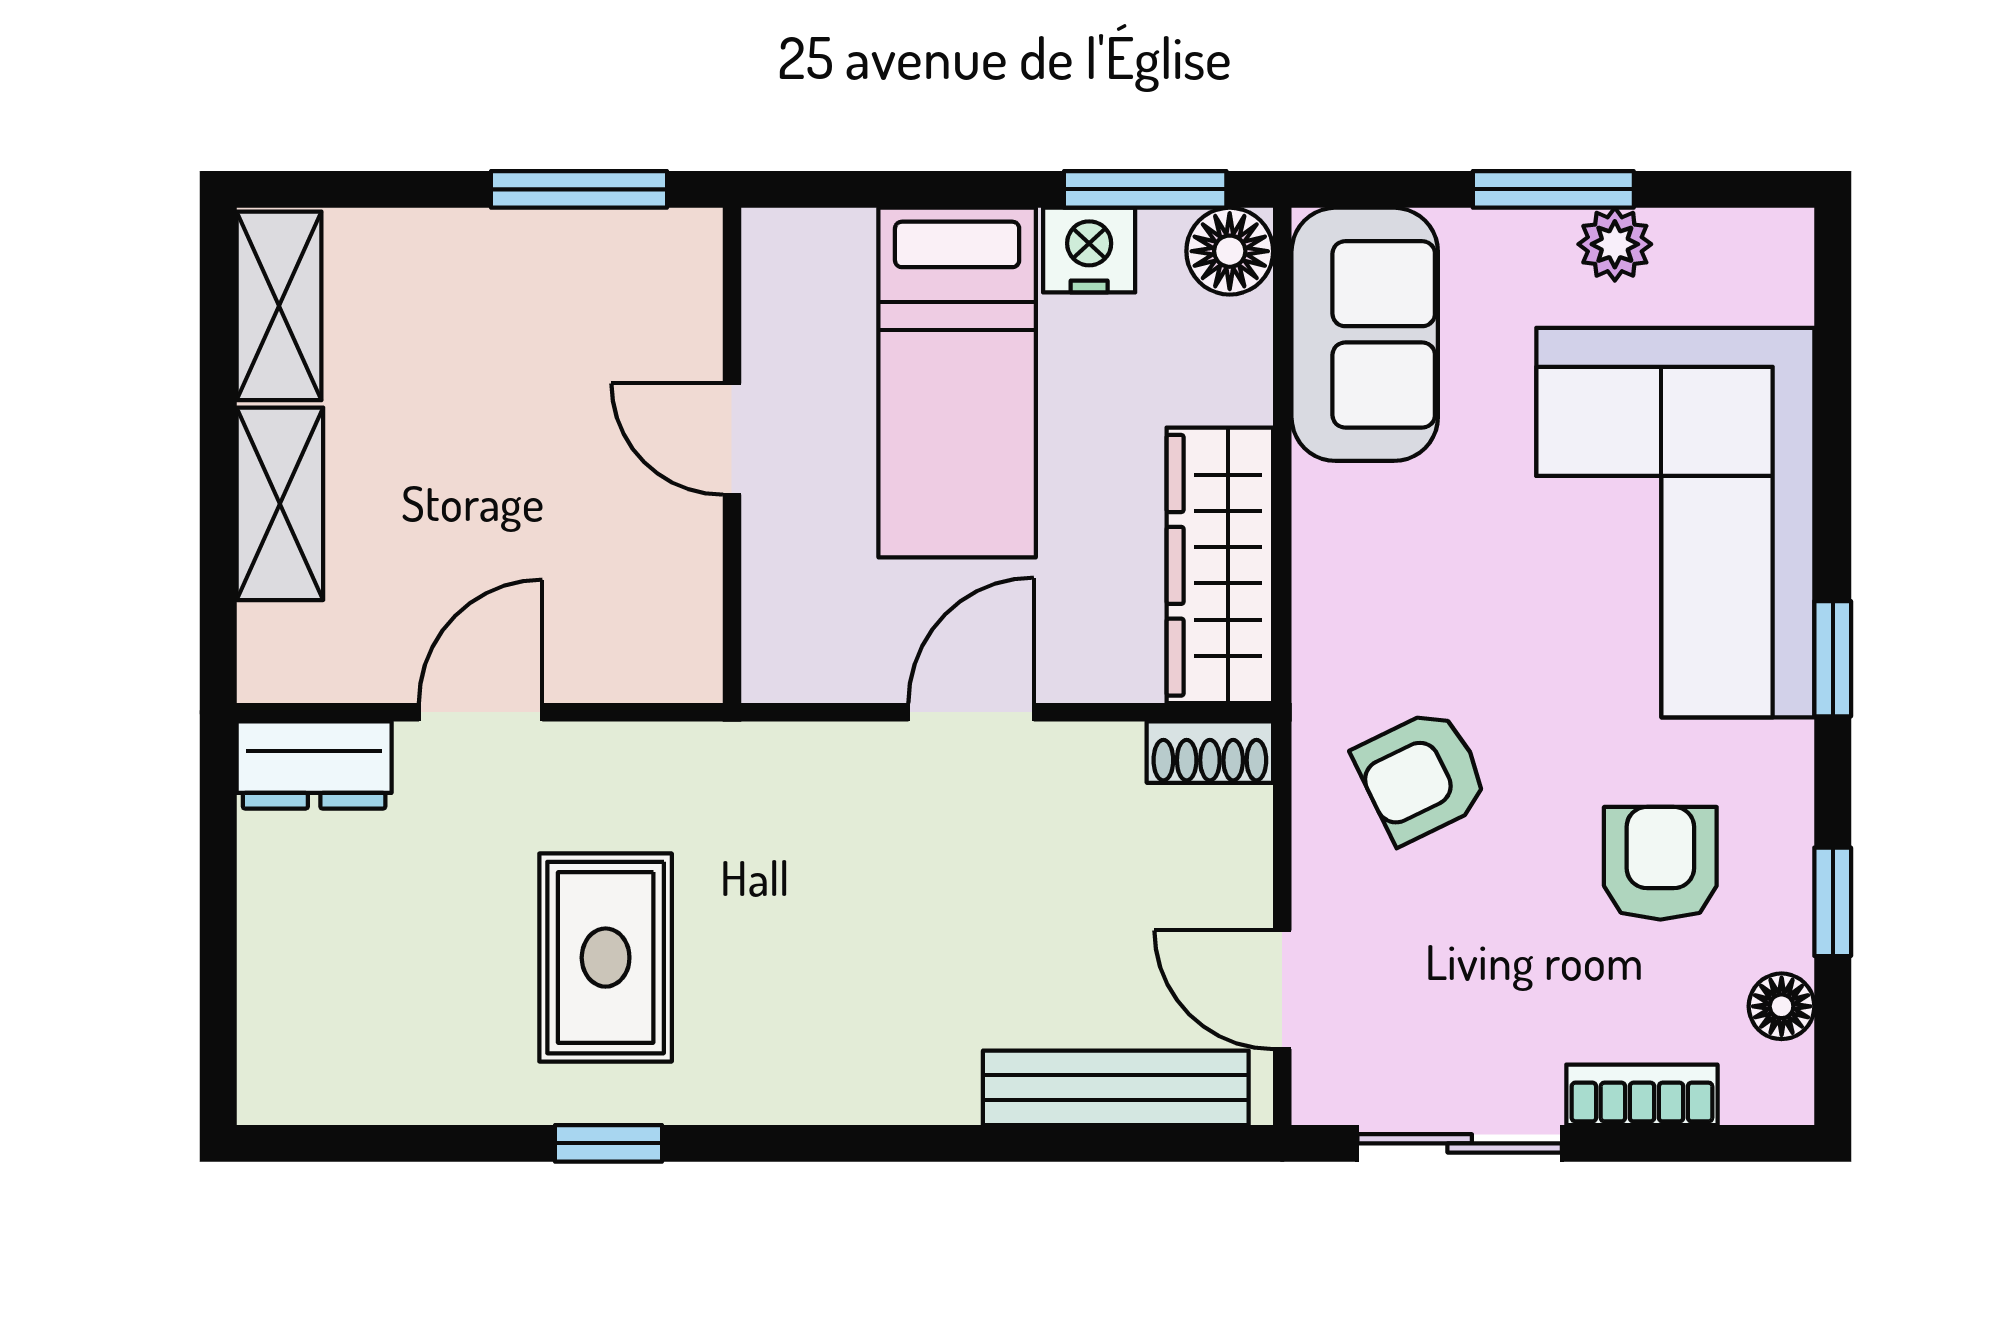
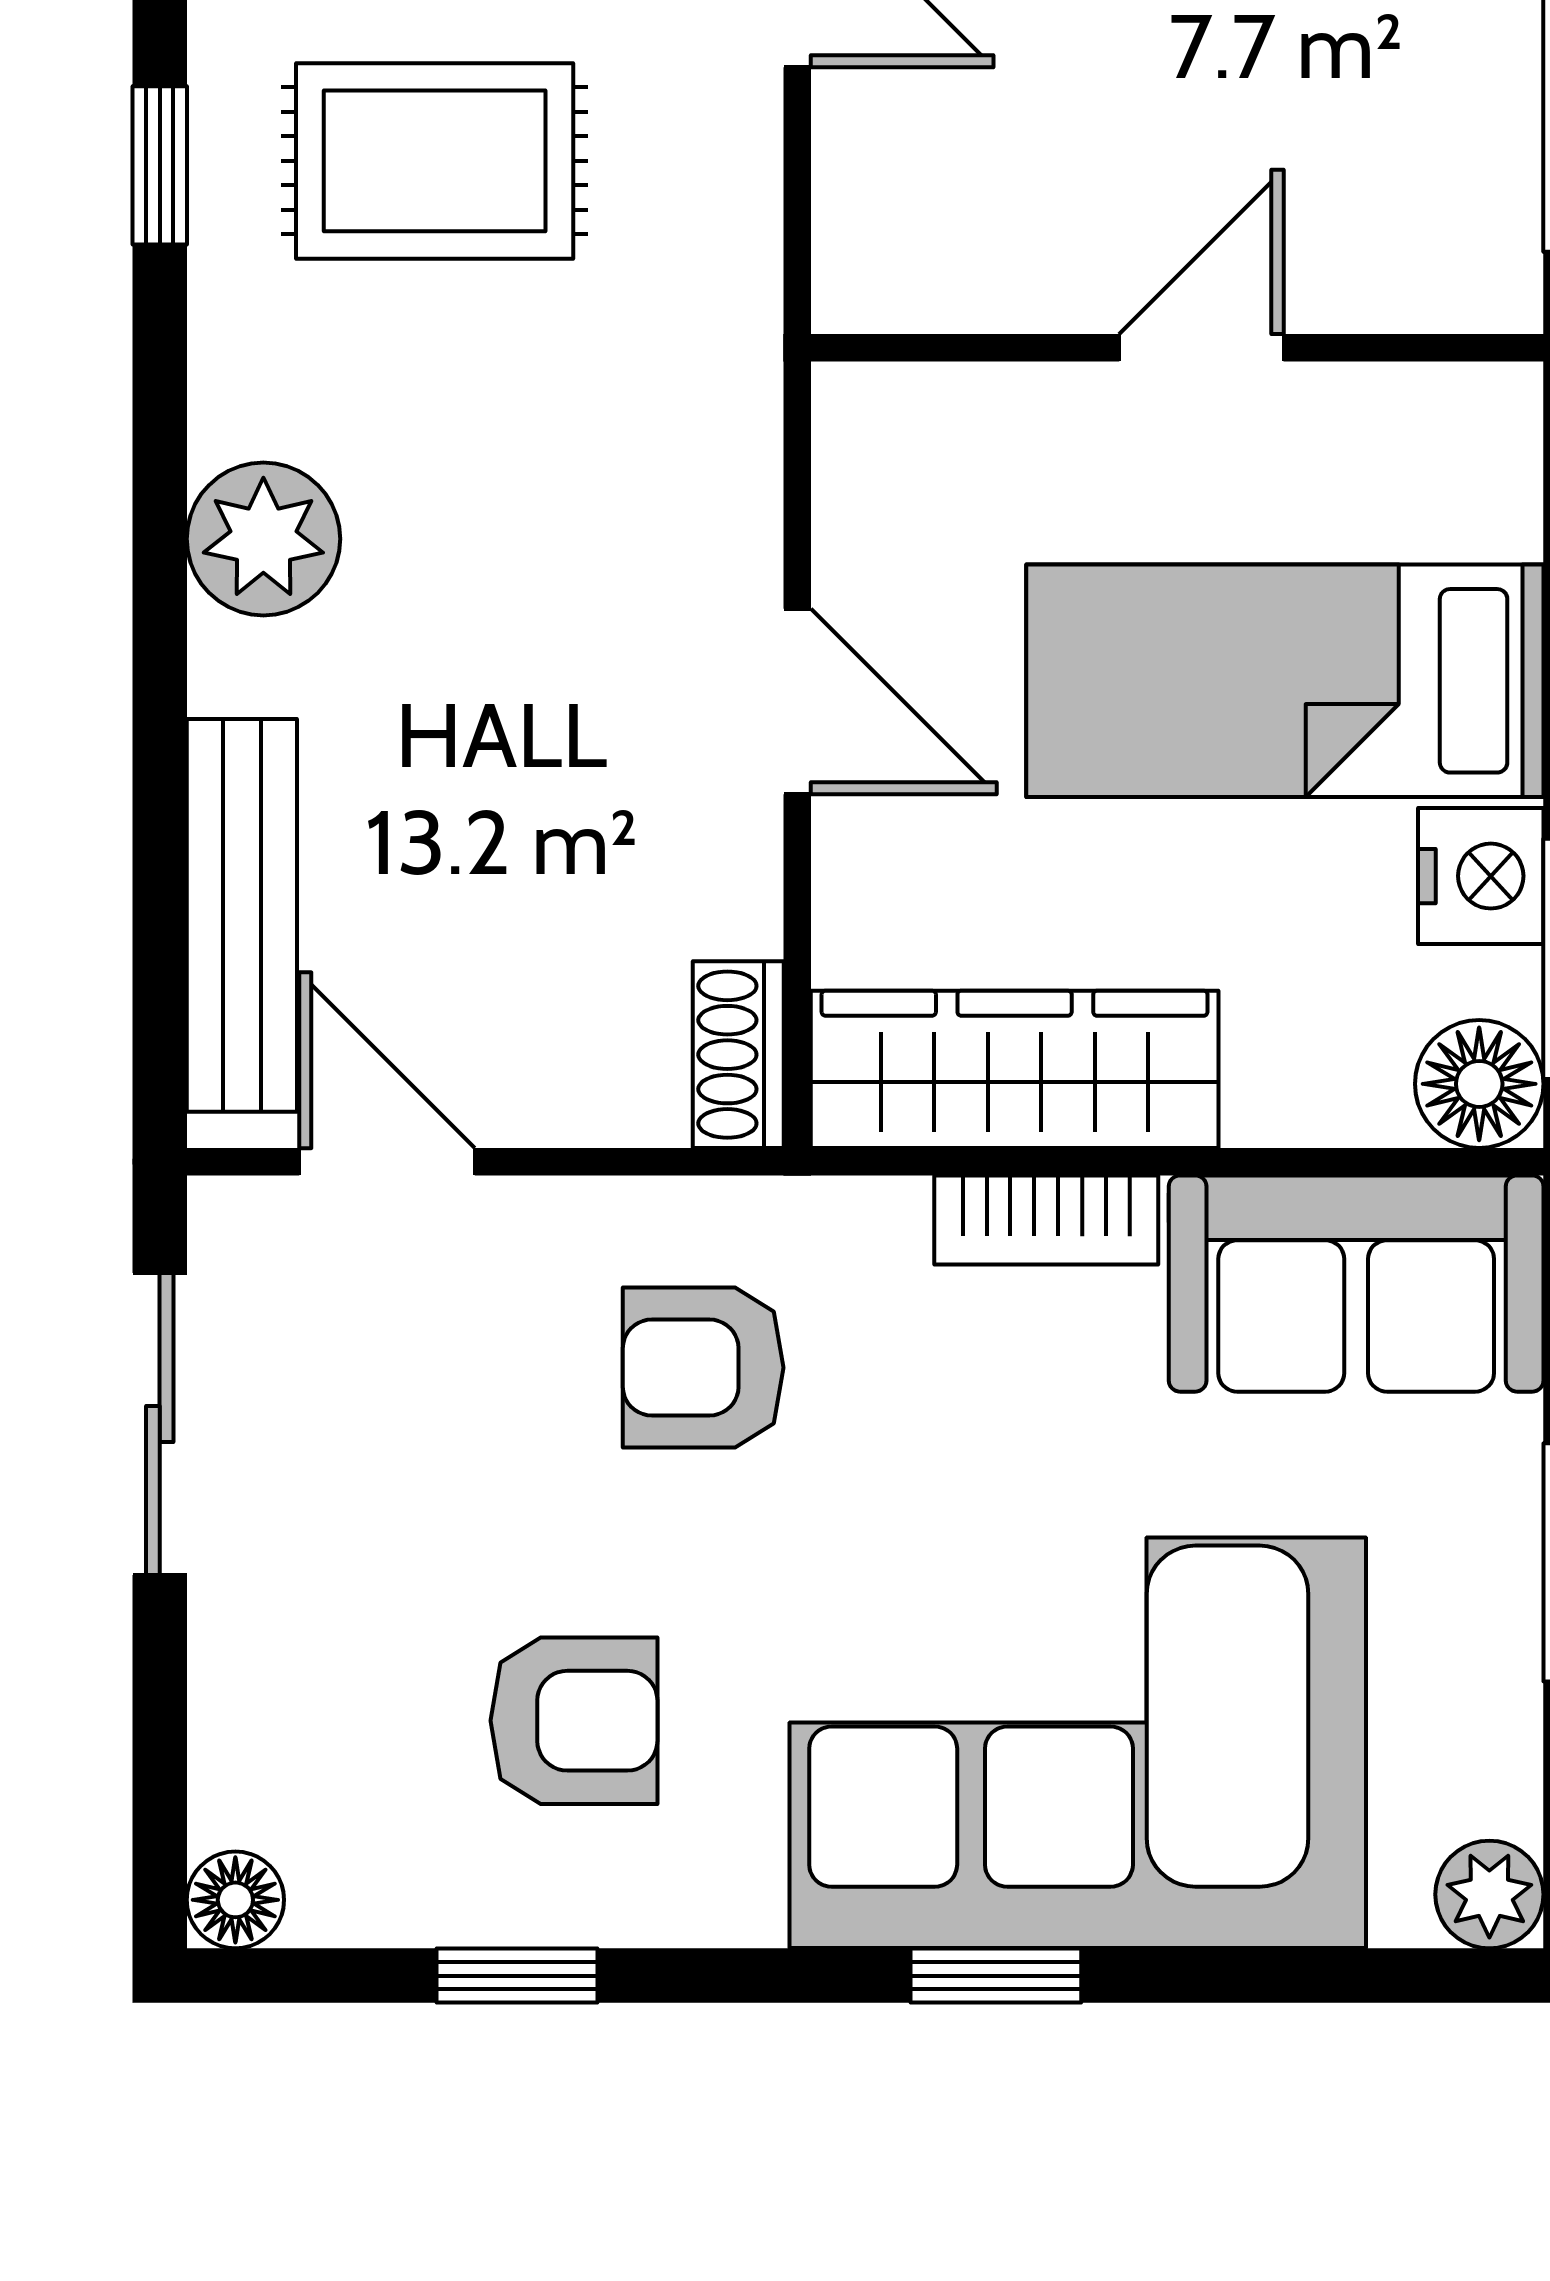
plant: (1615, 244) -> (1489, 1894), moved
window: (1833, 659) -> (996, 1976), moved
armchair: (1422, 776) -> (703, 1368), turned -64
door: (1282, 990) -> (387, 1162), hinge flipped
floor lamp: (1782, 1006) -> (235, 1900), moved
plant: (861, 1073) -> (263, 539), added
bookcase: (1642, 1095) -> (1046, 1220), moved, turned 90

